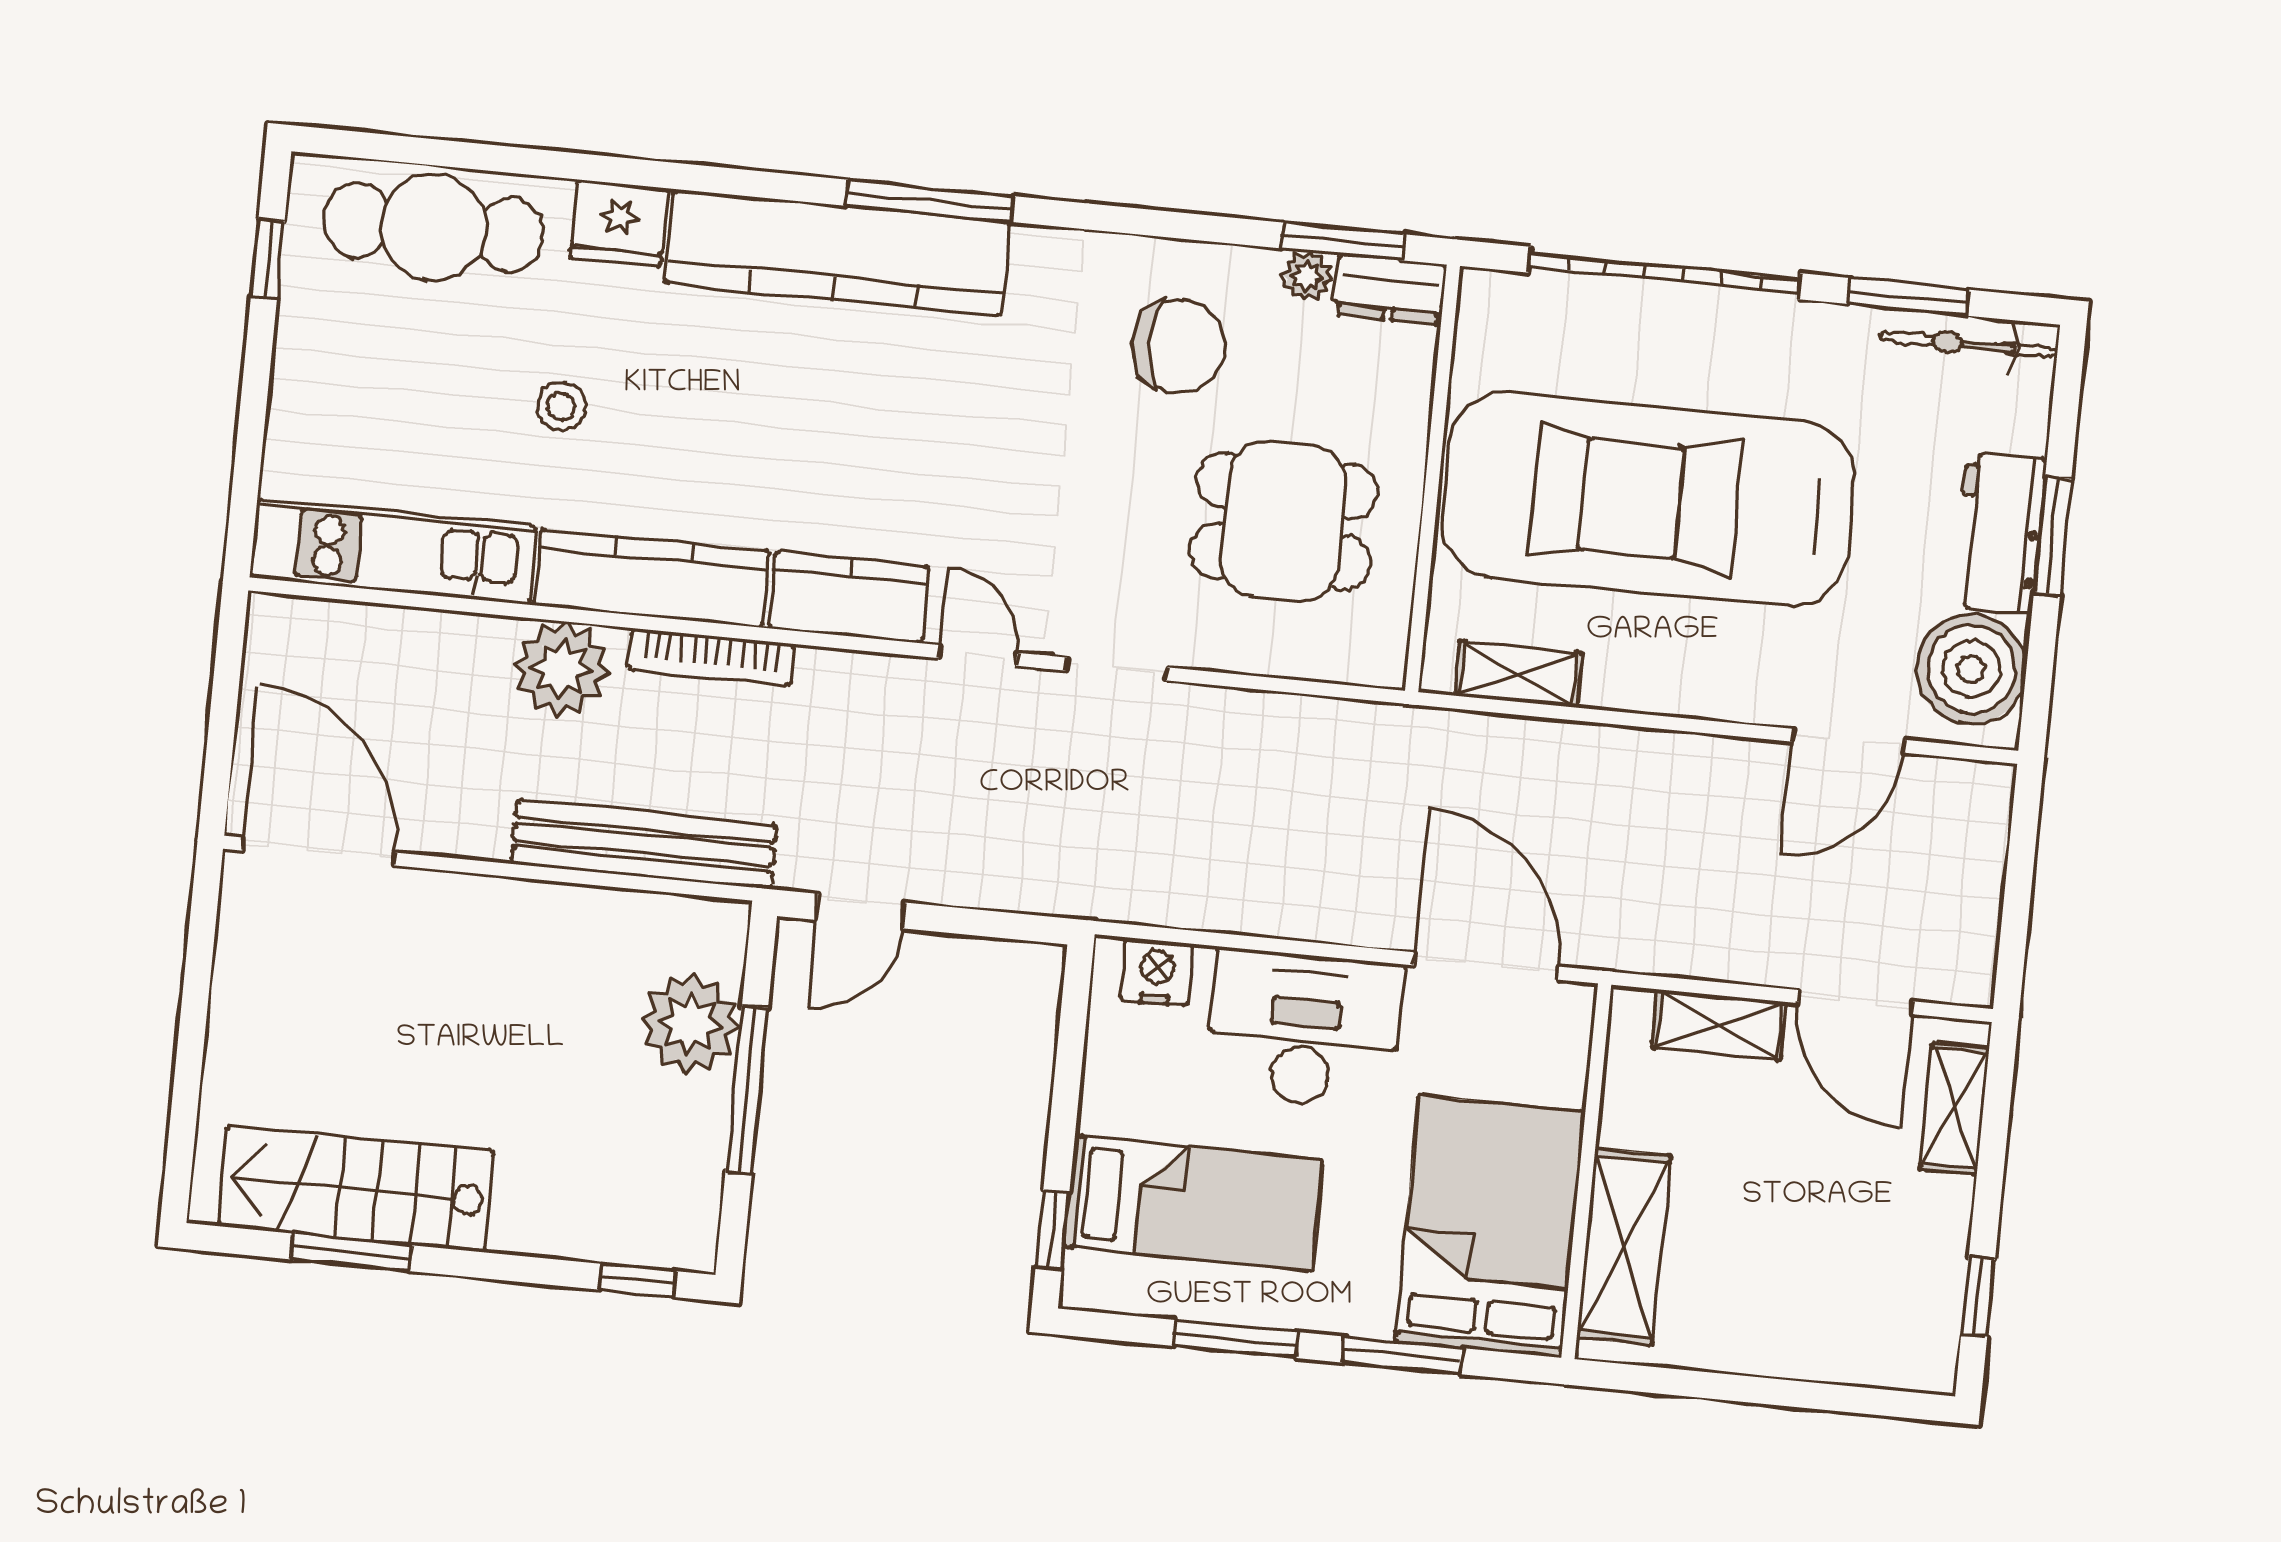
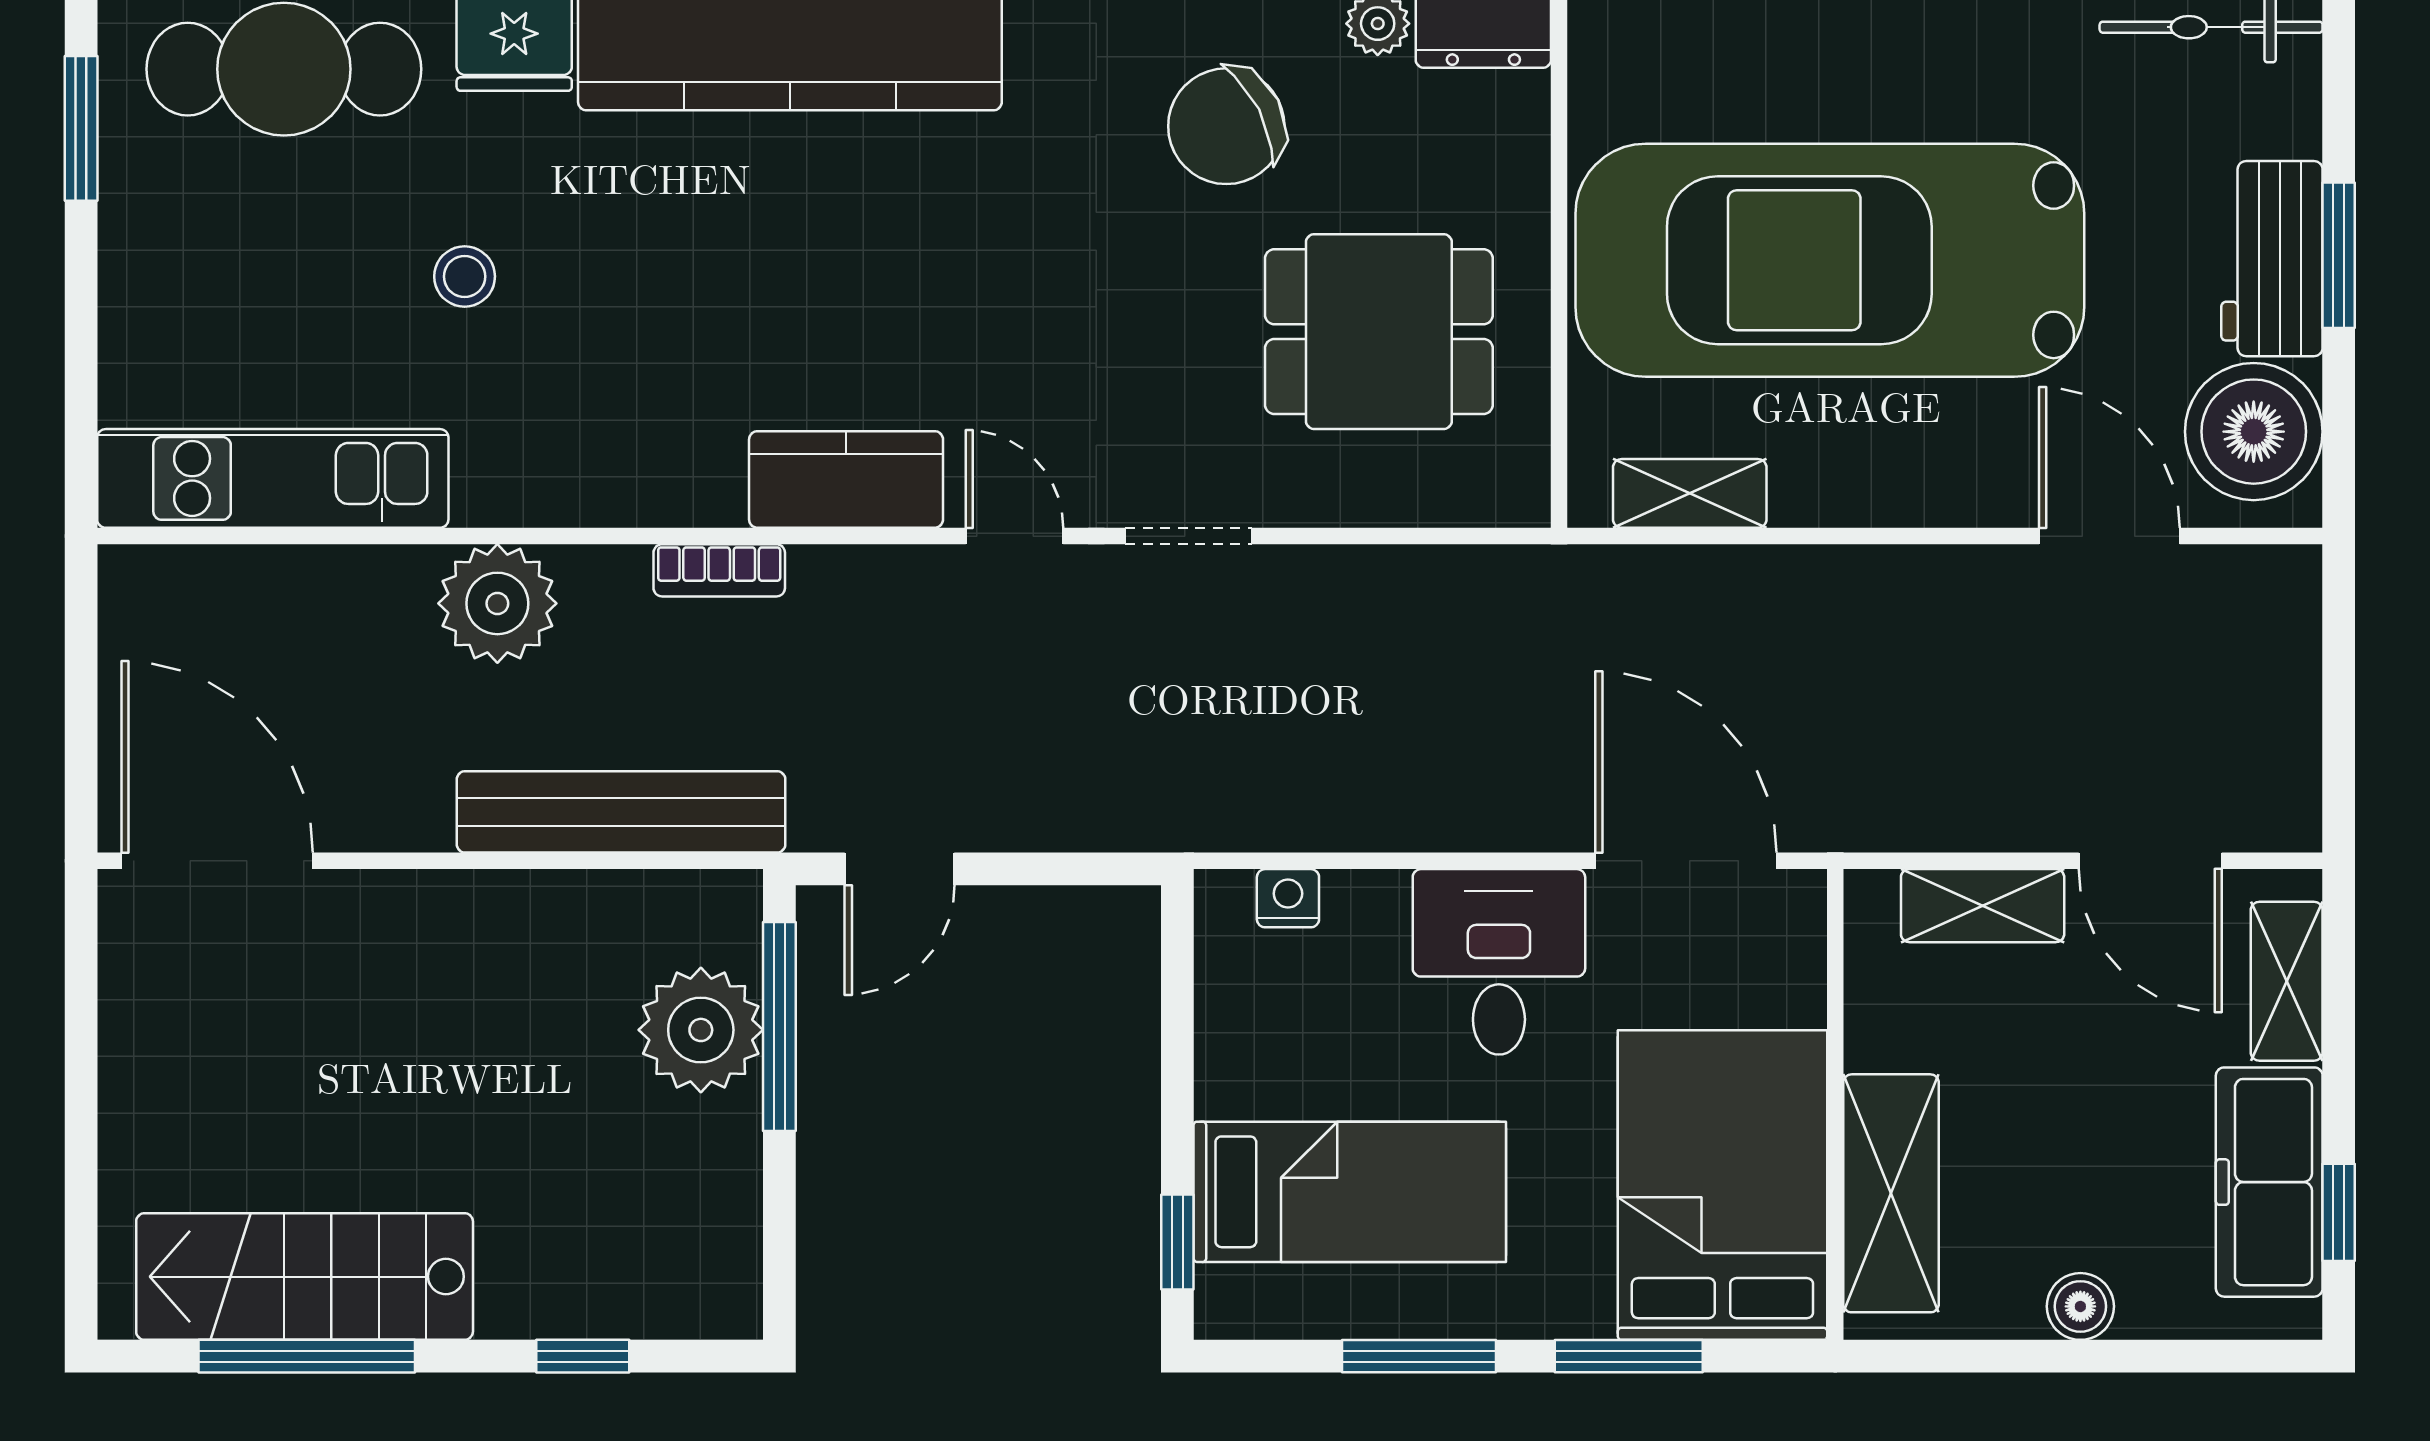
window: (268, 259) -> (81, 128), width x1.50
chair: (1178, 346) -> (1226, 126), turned 153
kitchen counter: (652, 578) -> (599, 480), removed
bookcase: (711, 657) -> (719, 570), width x0.64
door: (1848, 741) -> (2109, 536), swing flipped
nightstand: (1157, 972) -> (1288, 898), width x0.72, depth x0.74
desk: (1304, 1029) -> (1499, 962), width x0.73
window: (747, 1090) -> (779, 1027), moved
window: (351, 1252) -> (307, 1356), width x1.44
freezer: (1925, 1267) -> (2269, 1182), added
window: (637, 1280) -> (583, 1356), moved
boiler: (1765, 1351) -> (2080, 1306), added

